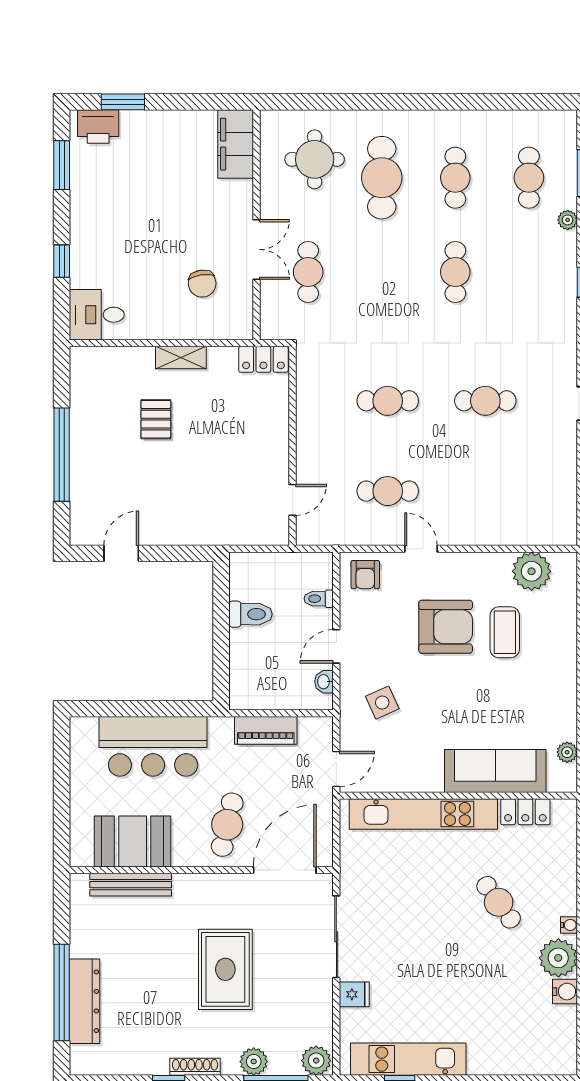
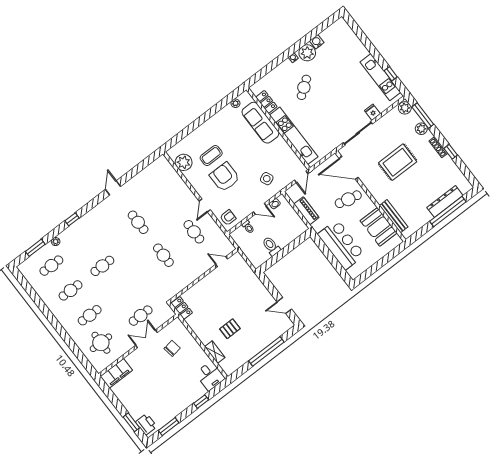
cafe table: (382, 178) -> (90, 315), width x0.73, depth x0.74
shelving: (181, 358) -> (215, 352), moved
door: (336, 769) -> (301, 177), swing flipped

